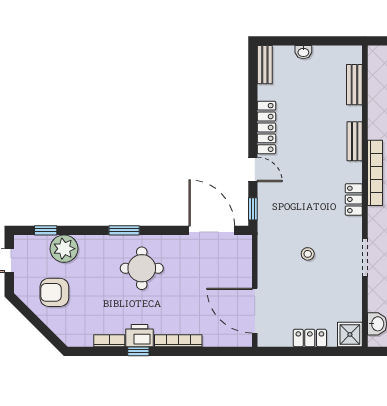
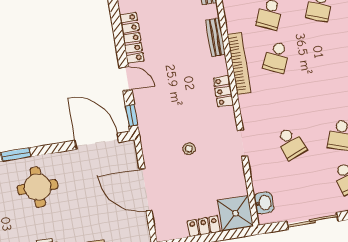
doorway: (365, 257) -> (242, 143), width x0.73
door: (255, 311) -> (145, 190), moved
shower: (350, 334) -> (235, 213), width x1.36, depth x1.36

